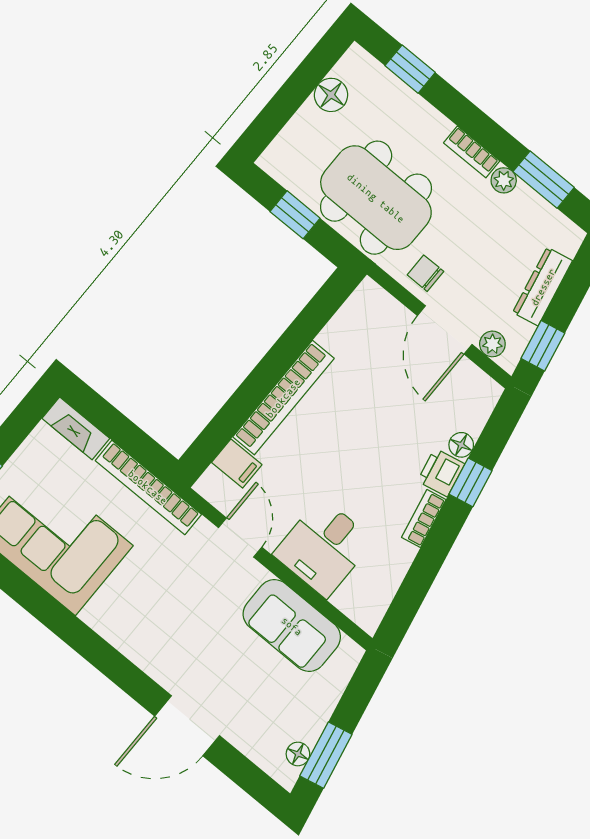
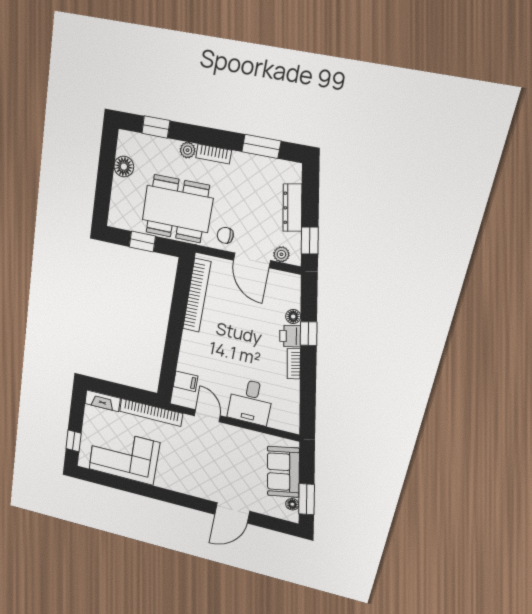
plant: (504, 180) -> (188, 150), moved
bookcase: (283, 398) -> (197, 296), moved
sofa: (292, 626) -> (283, 472), moved, turned 78

